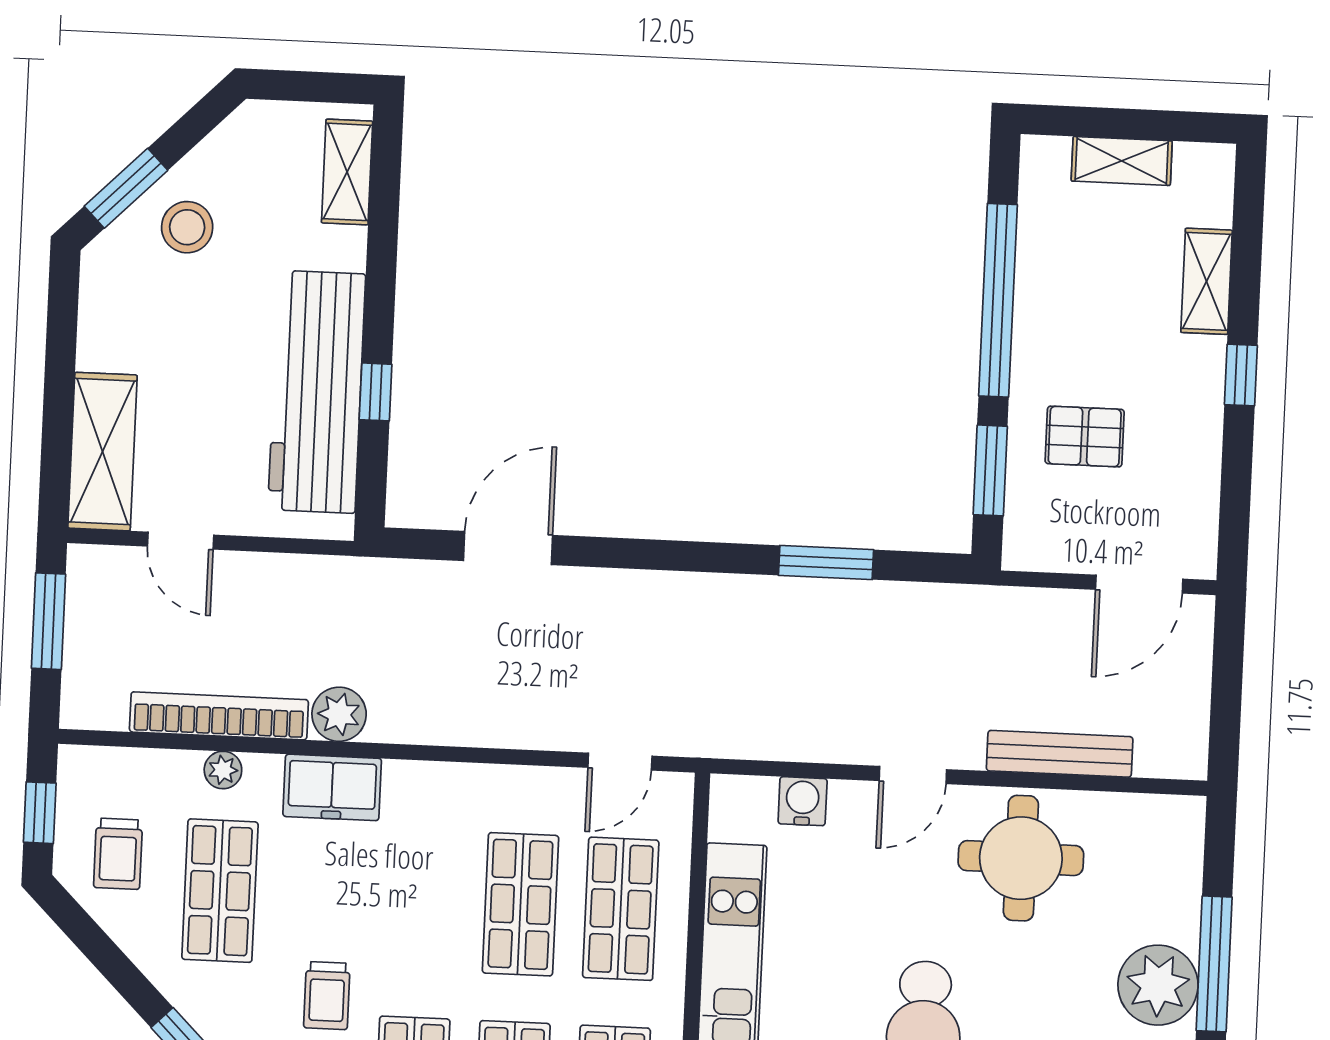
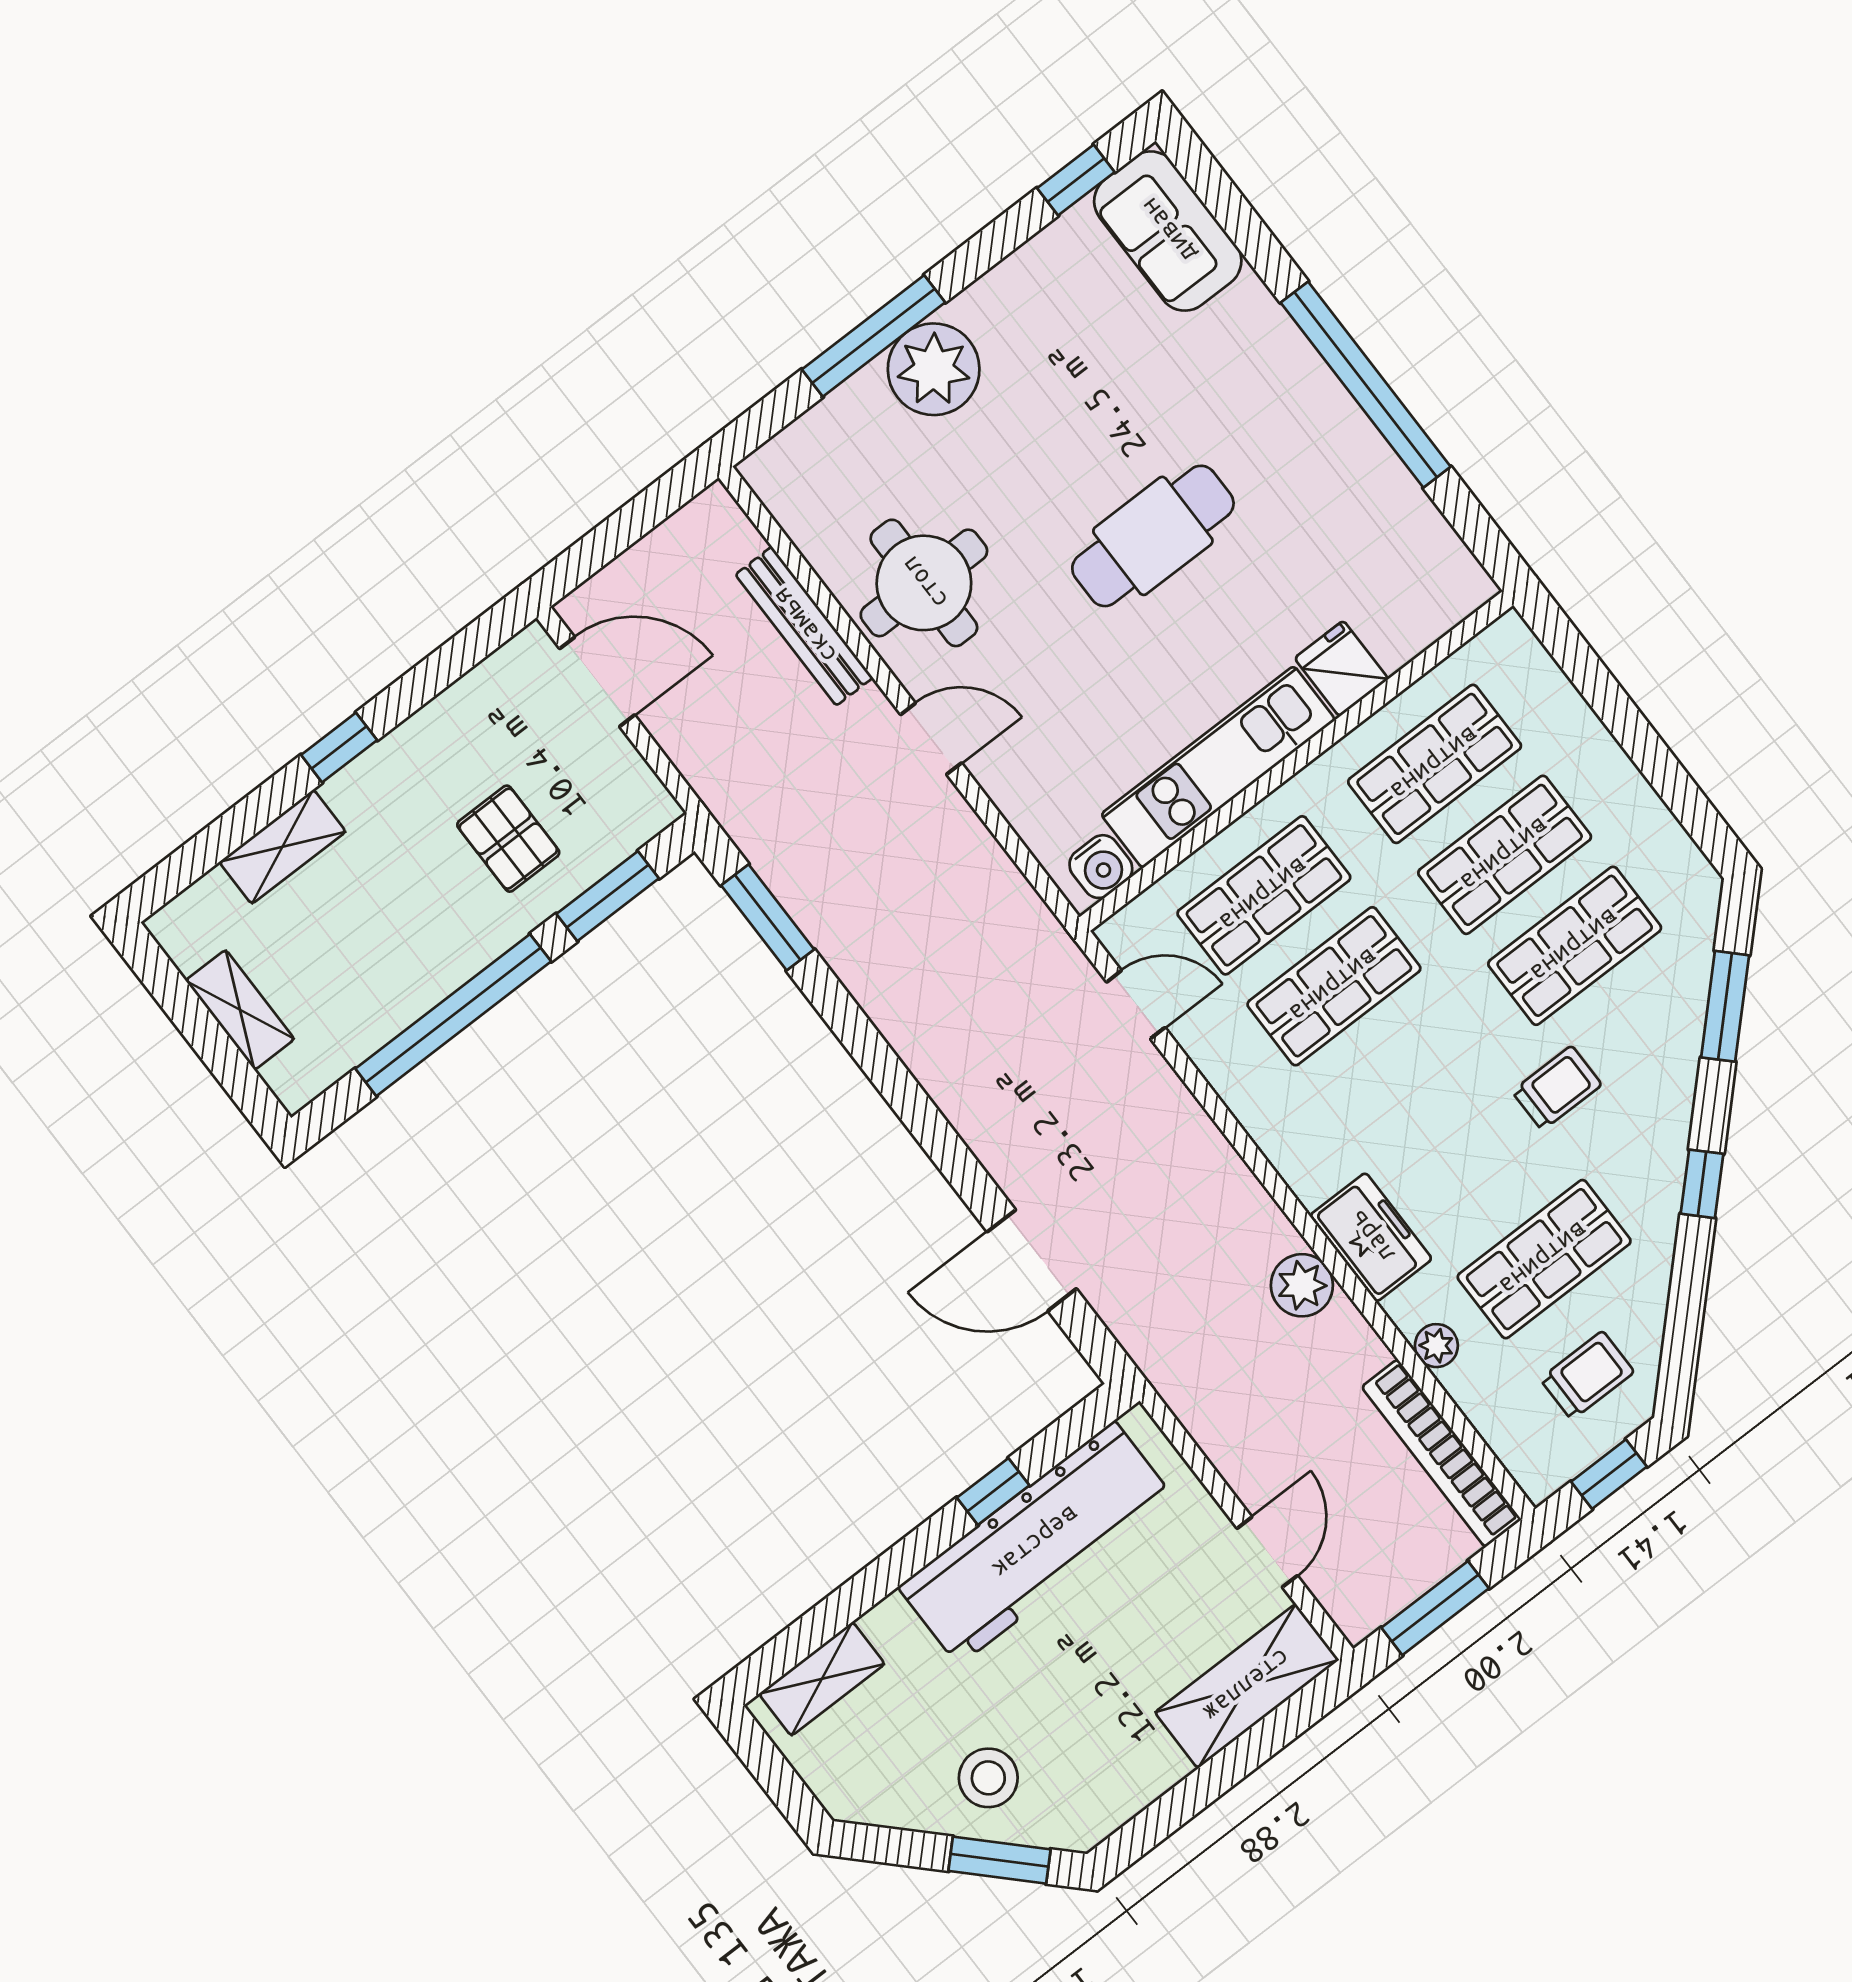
window: (826, 562) -> (768, 917), moved
bookcase: (219, 716) -> (1441, 1453), moved
water cooler: (803, 801) -> (1101, 867), moved, turned -90

